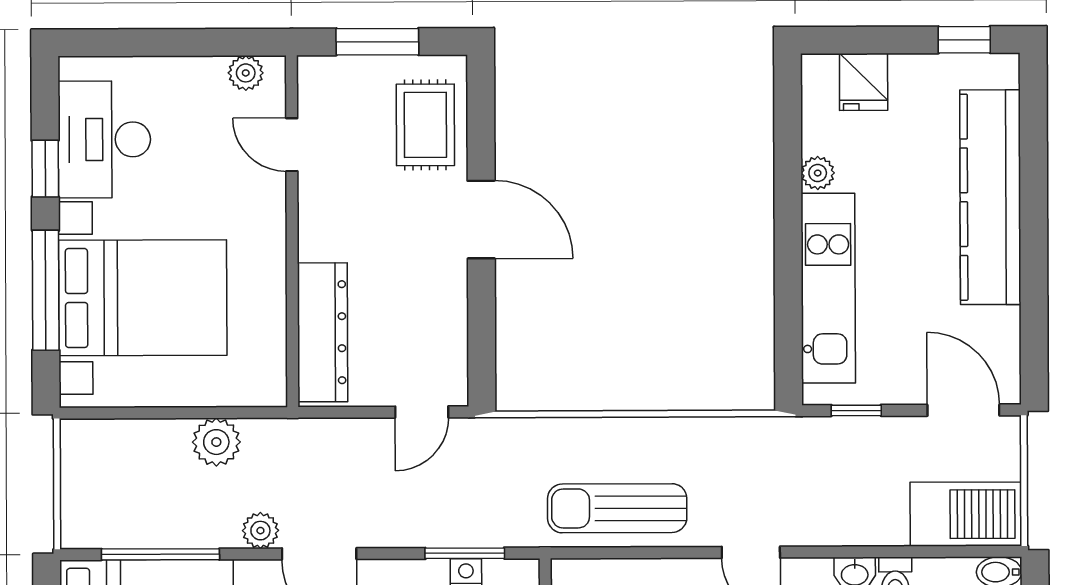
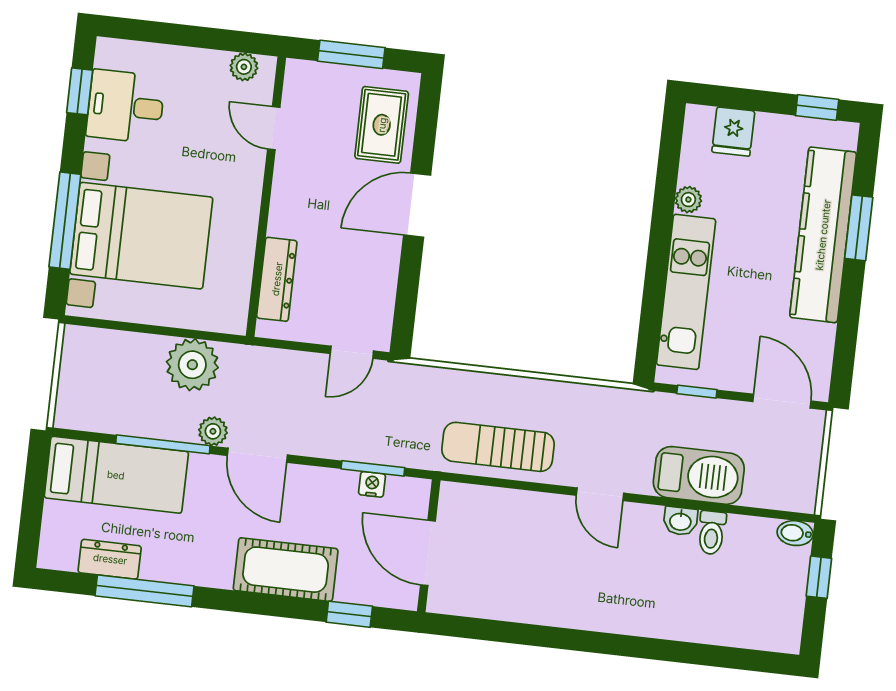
desk: (104, 139) -> (126, 106), width x0.73
window: (45, 169) -> (80, 91), moved
window: (1034, 183) -> (859, 228), added
door: (481, 220) -> (417, 205), swing flipped
dresser: (323, 332) -> (277, 279), width x0.73, depth x0.80
plant: (216, 442) -> (192, 365), width x1.36, depth x1.36
barbecue: (966, 514) -> (699, 475), moved
window: (160, 554) -> (163, 444), moved

